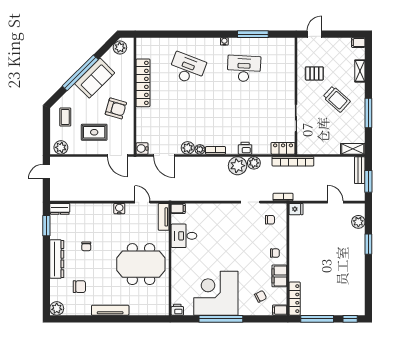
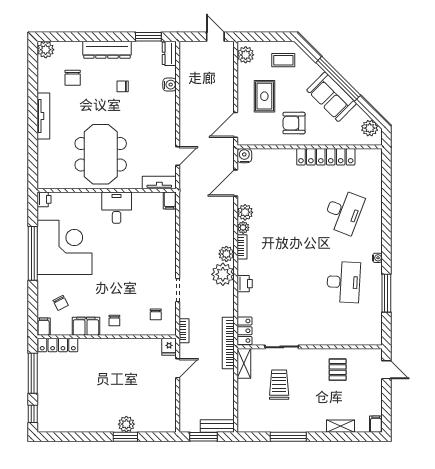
trolley: (337, 99) -> (279, 385), moved, turned 138
armchair: (116, 108) -> (294, 123), turned 74
shelving: (353, 149) -> (244, 363), moved
plant: (254, 163) -> (226, 254), moved
door: (335, 202) -> (178, 368), moved
water cooler: (119, 209) -> (170, 85), moved
plant: (358, 222) -> (126, 424), moved
desk: (184, 236) -> (117, 208), moved

